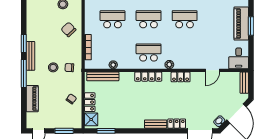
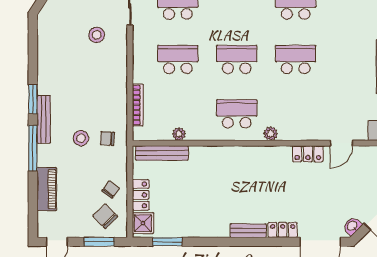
chair: (69, 29) -> (105, 216), moved
locker: (148, 77) -> (236, 153), removed
locker: (181, 77) -> (308, 154), moved

